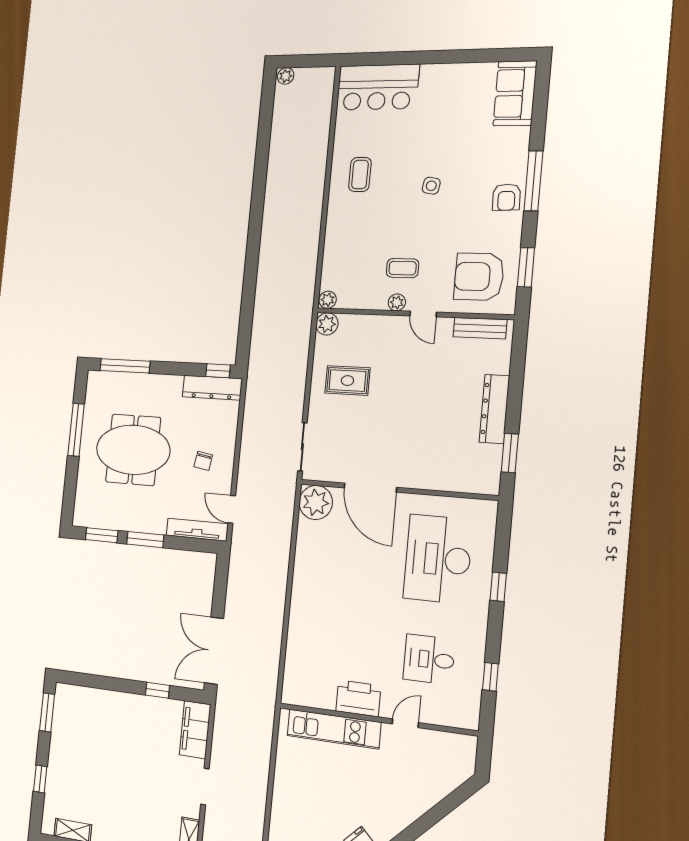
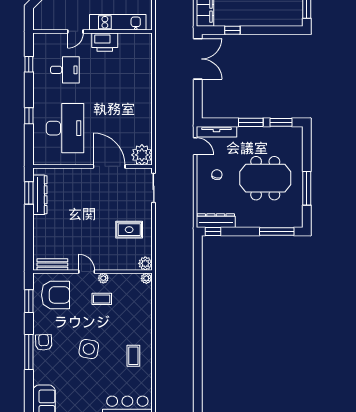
side table: (431, 186) -> (89, 349), width x1.87, depth x1.87
dresser: (494, 409) -> (40, 195), moved

